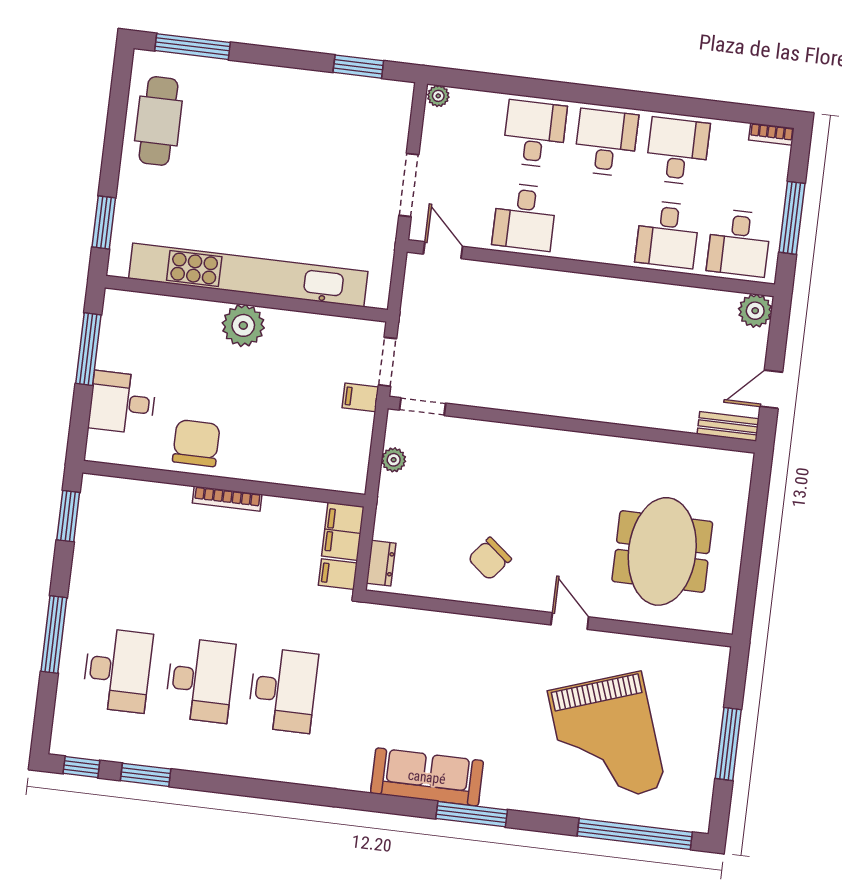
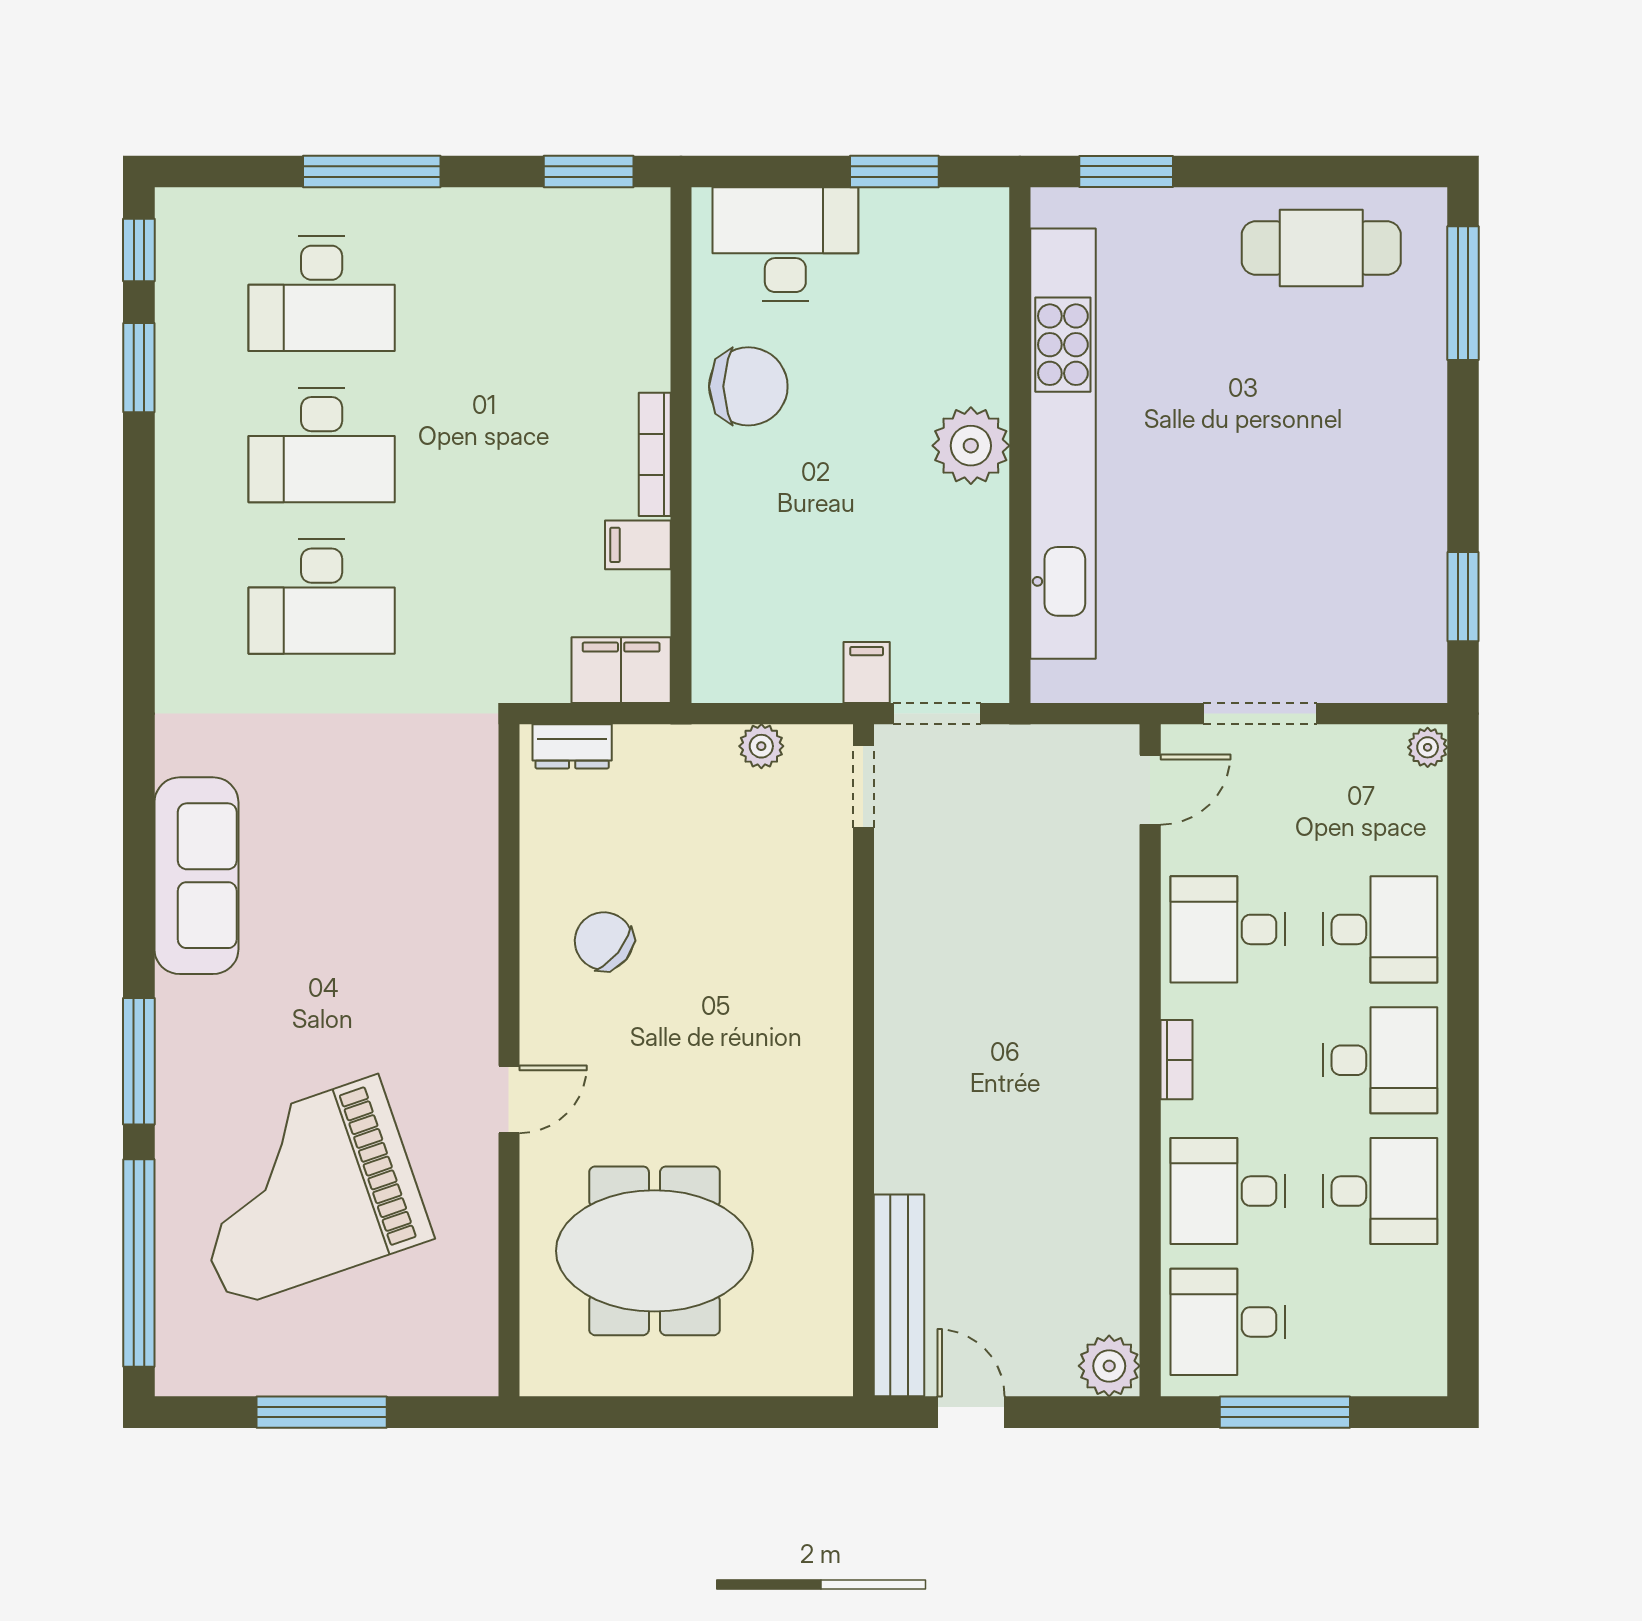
bookcase: (771, 134) -> (1176, 1060), moved, turned 180
window: (88, 349) -> (894, 171), width x0.69
desk: (122, 403) -> (785, 244), width x1.37
bench: (728, 426) -> (899, 1295), width x1.86, depth x1.21
filing cabinet: (338, 574) -> (638, 545), moved, turned -90
window: (472, 814) -> (139, 1061), moved

